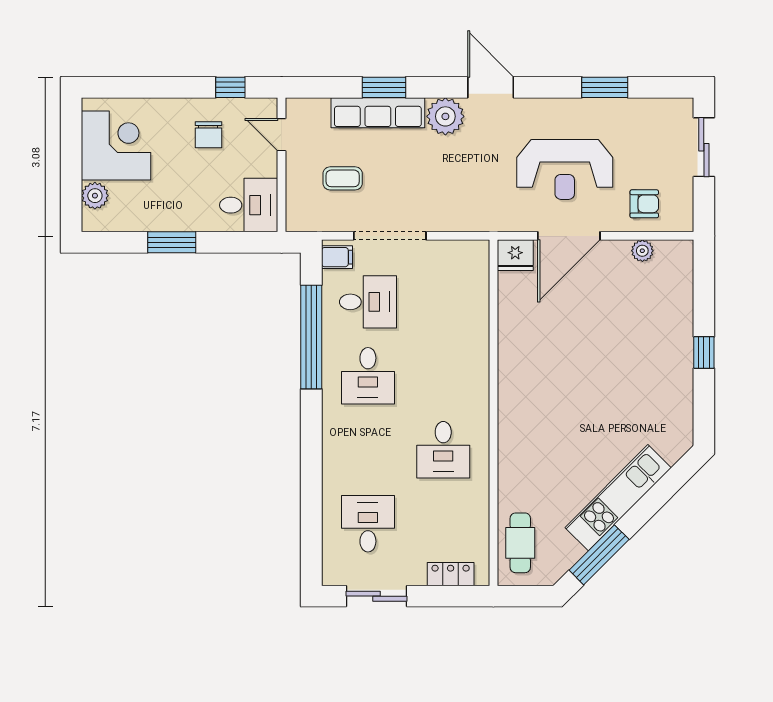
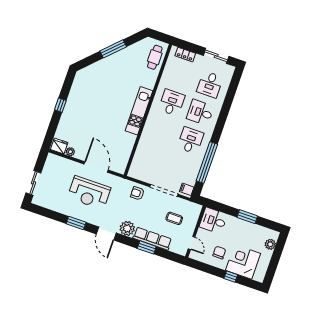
window: (230, 87) -> (231, 277), moved
window: (605, 87) -> (76, 223), moved
corner desk: (116, 146) -> (243, 262), moved, turned 90
reception desk: (565, 169) -> (89, 193), turned 180
armchair: (644, 204) -> (137, 193), moved
door: (569, 236) -> (96, 167), hinge flipped
fridge: (515, 255) -> (59, 146), moved
desk: (368, 302) -> (200, 112), moved
kitchen unit: (618, 498) -> (139, 111), moved, turned 135
window: (599, 555) -> (113, 49), moved

